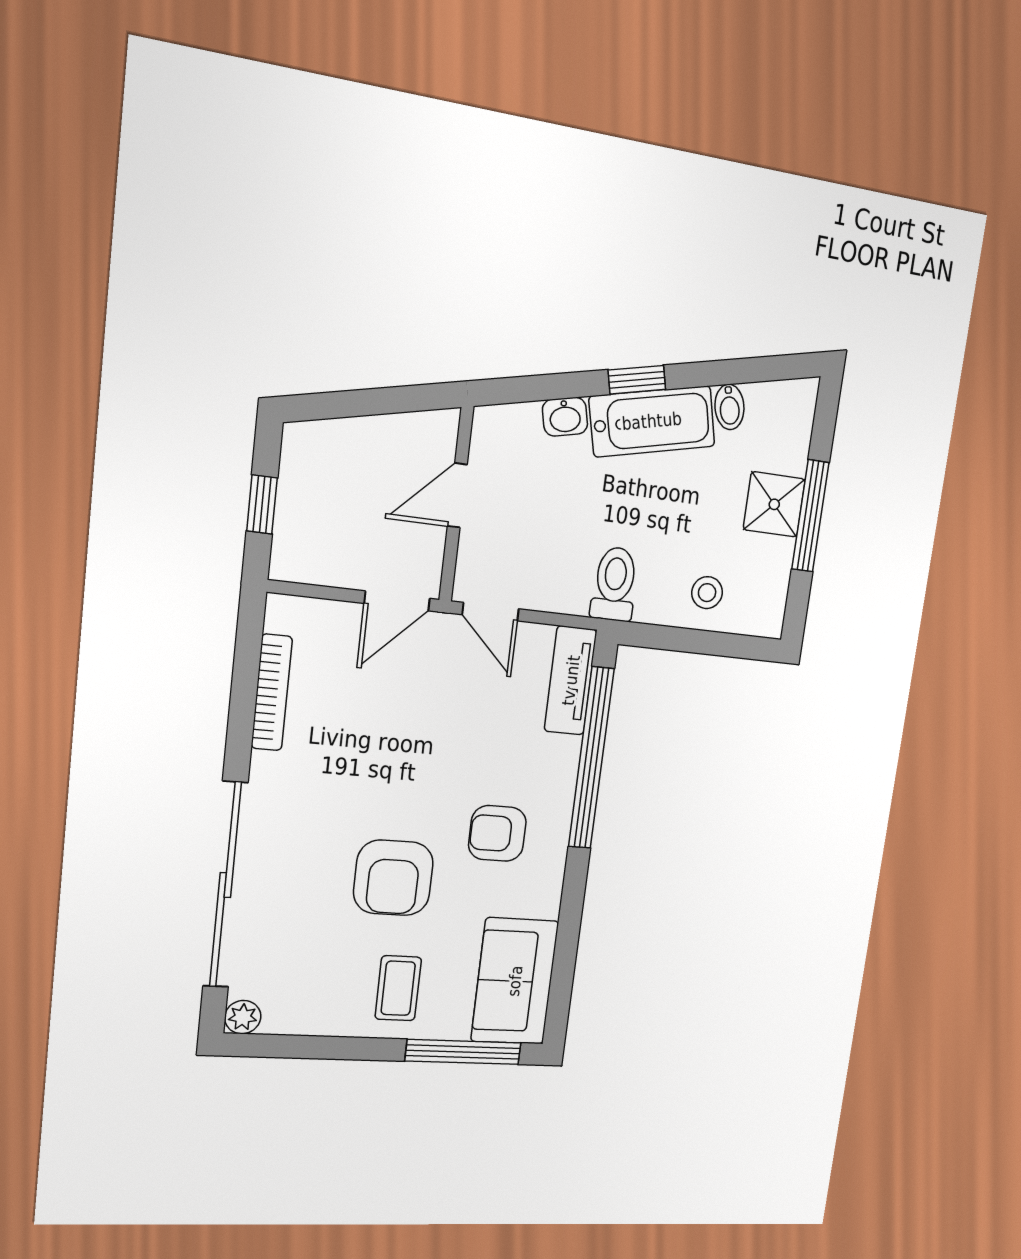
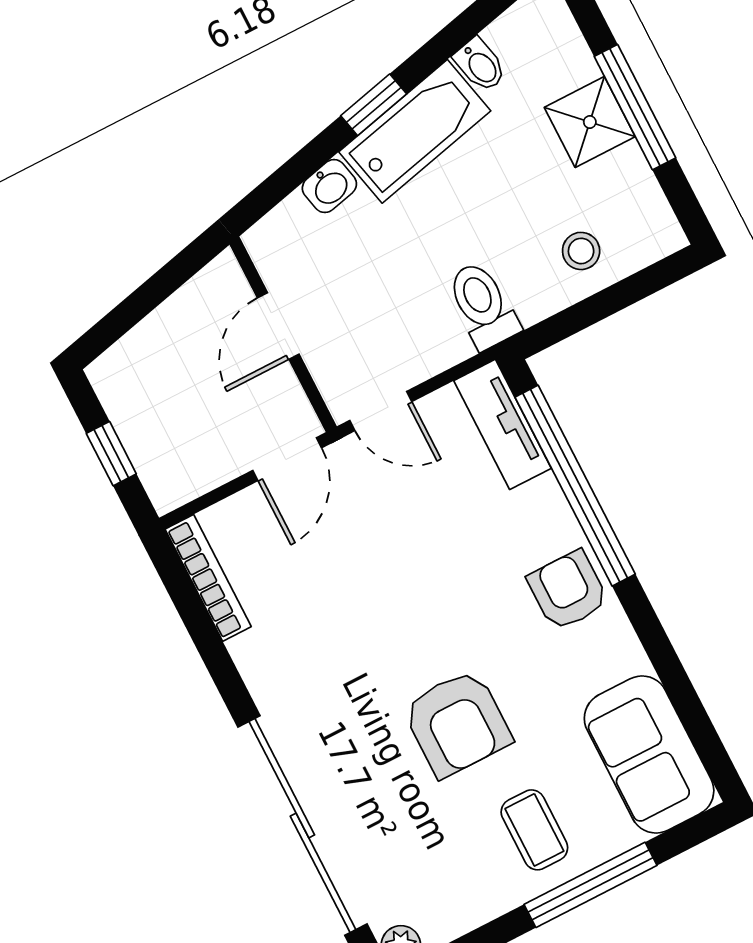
bookcase: (272, 692) -> (208, 578), moved
armchair: (497, 833) -> (568, 590), moved, turned 90
window: (463, 1052) -> (591, 885), moved

